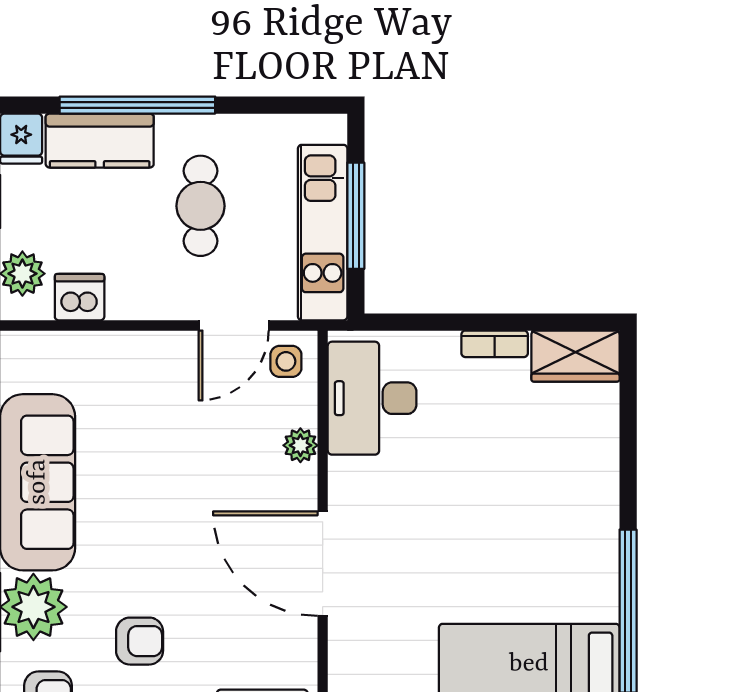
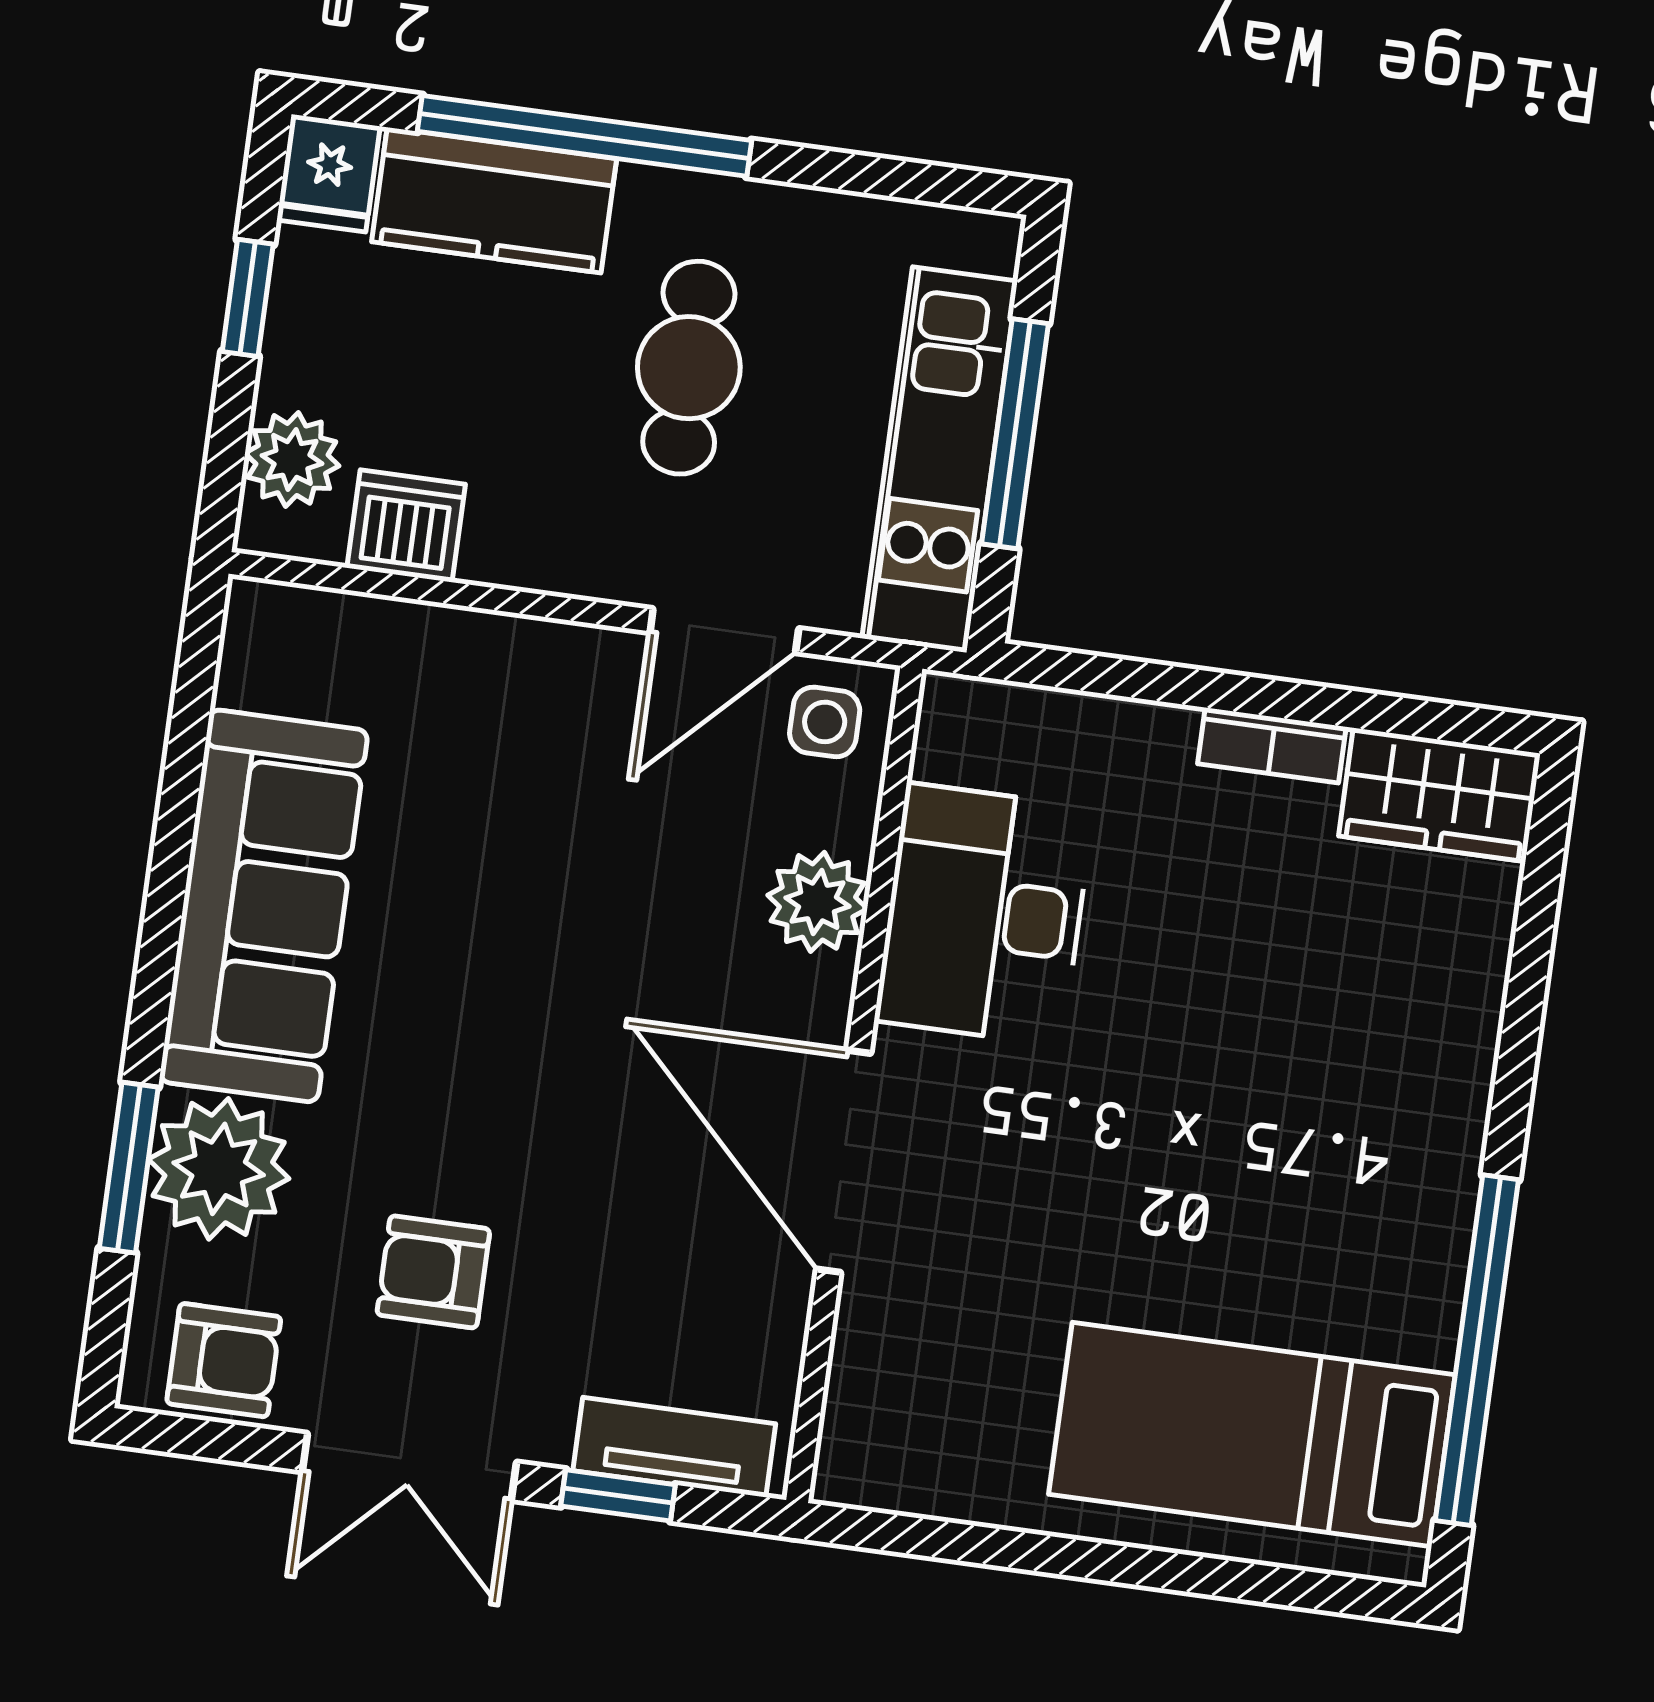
desk: (372, 398) -> (984, 914), moved
plant: (300, 445) -> (817, 902), width x1.38, depth x1.38
armchair: (140, 641) -> (433, 1272), turned 180

